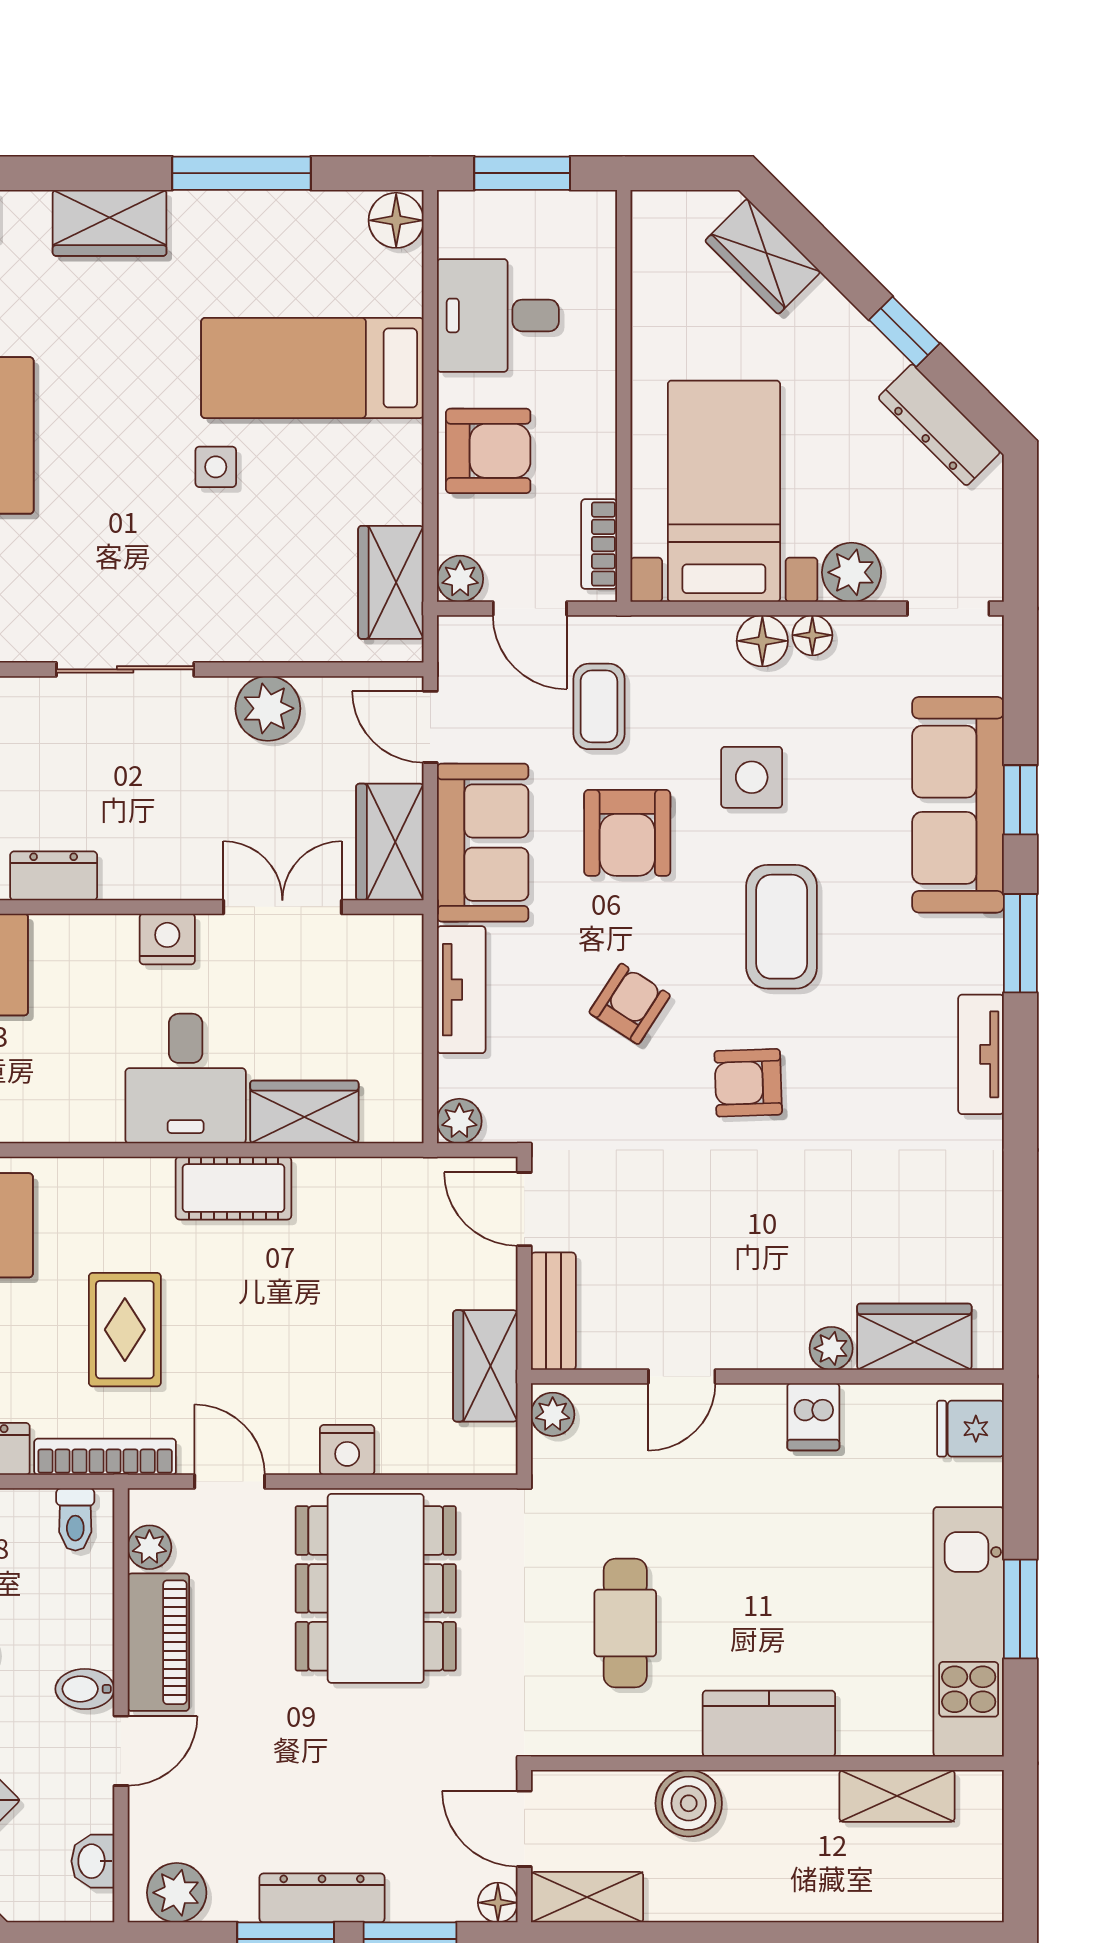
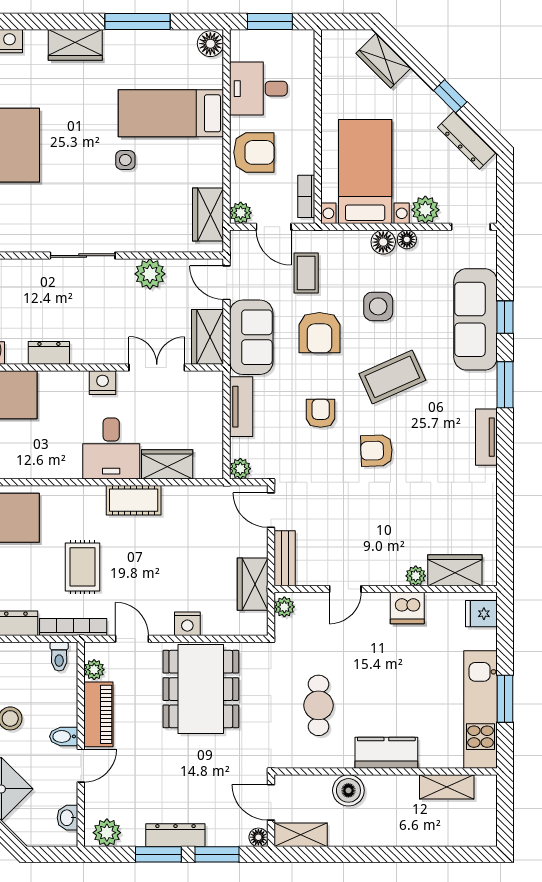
coffee table: (782, 927) -> (392, 377), turned 66
armchair: (630, 1004) -> (321, 413), turned -33
dishwasher: (813, 1417) -> (407, 608), width x1.38

